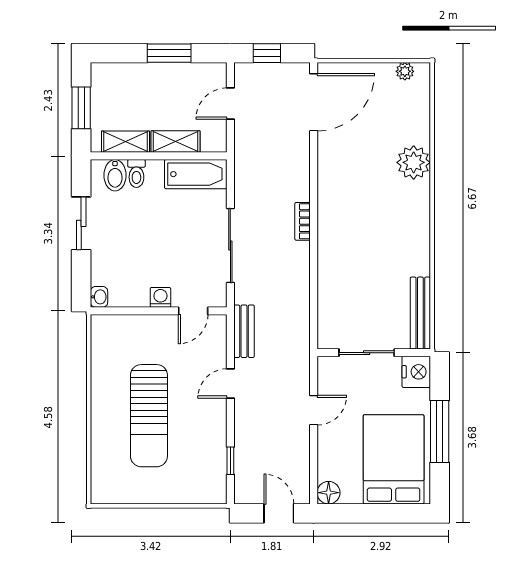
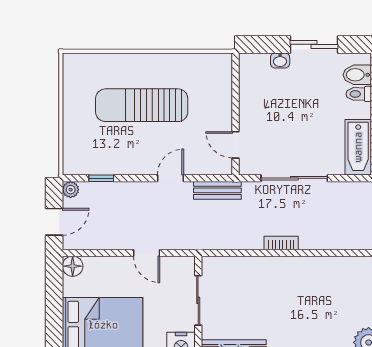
bookcase: (303, 221) -> (281, 243), moved
washbasin: (99, 297) -> (280, 60), moved
washing machine: (160, 297) -> (248, 116), removed
door: (230, 383) -> (171, 178), hinge flipped
plant: (243, 495) -> (71, 190), added

